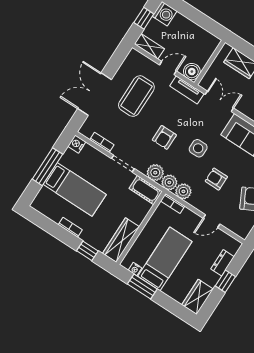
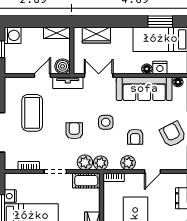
shelving: (149, 46) -> (56, 33), moved
armchair: (164, 137) -> (74, 131), turned 180
nightstand: (77, 144) -> (10, 196), moved
armchair: (216, 179) -> (135, 137), turned -90
plant: (183, 191) -> (128, 163), moved

